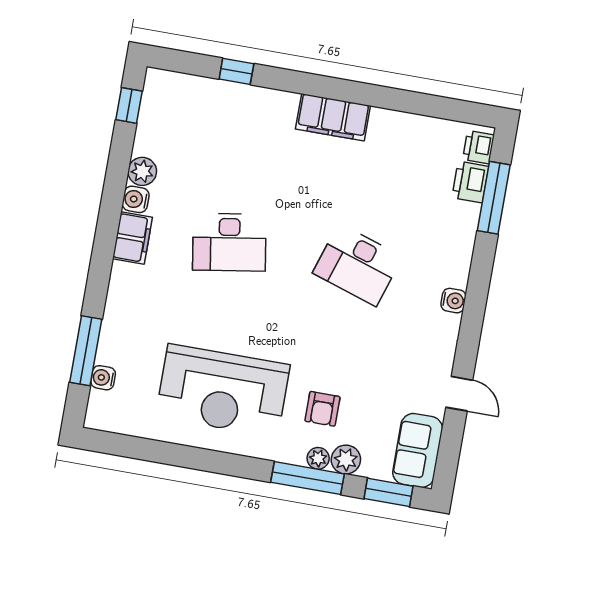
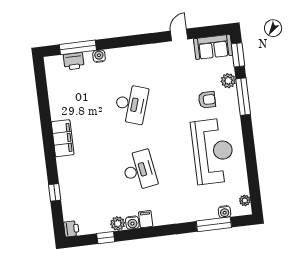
window: (129, 105) -> (106, 238), moved
printer: (478, 147) -> (71, 229), moved, turned -90
filing cabinet: (132, 238) -> (146, 219), width x0.50
water cooler: (453, 301) -> (99, 56), moved
plant: (318, 458) -> (245, 200), moved

